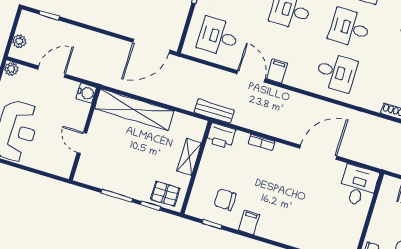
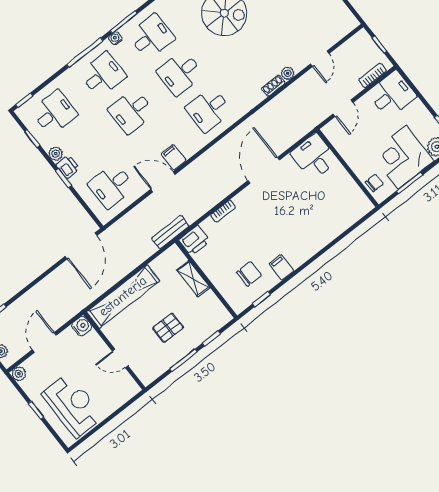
desk: (336, 72) -> (209, 110), turned 180
pallet: (165, 194) -> (168, 328), moved
chair: (225, 200) -> (249, 274), turned 180

